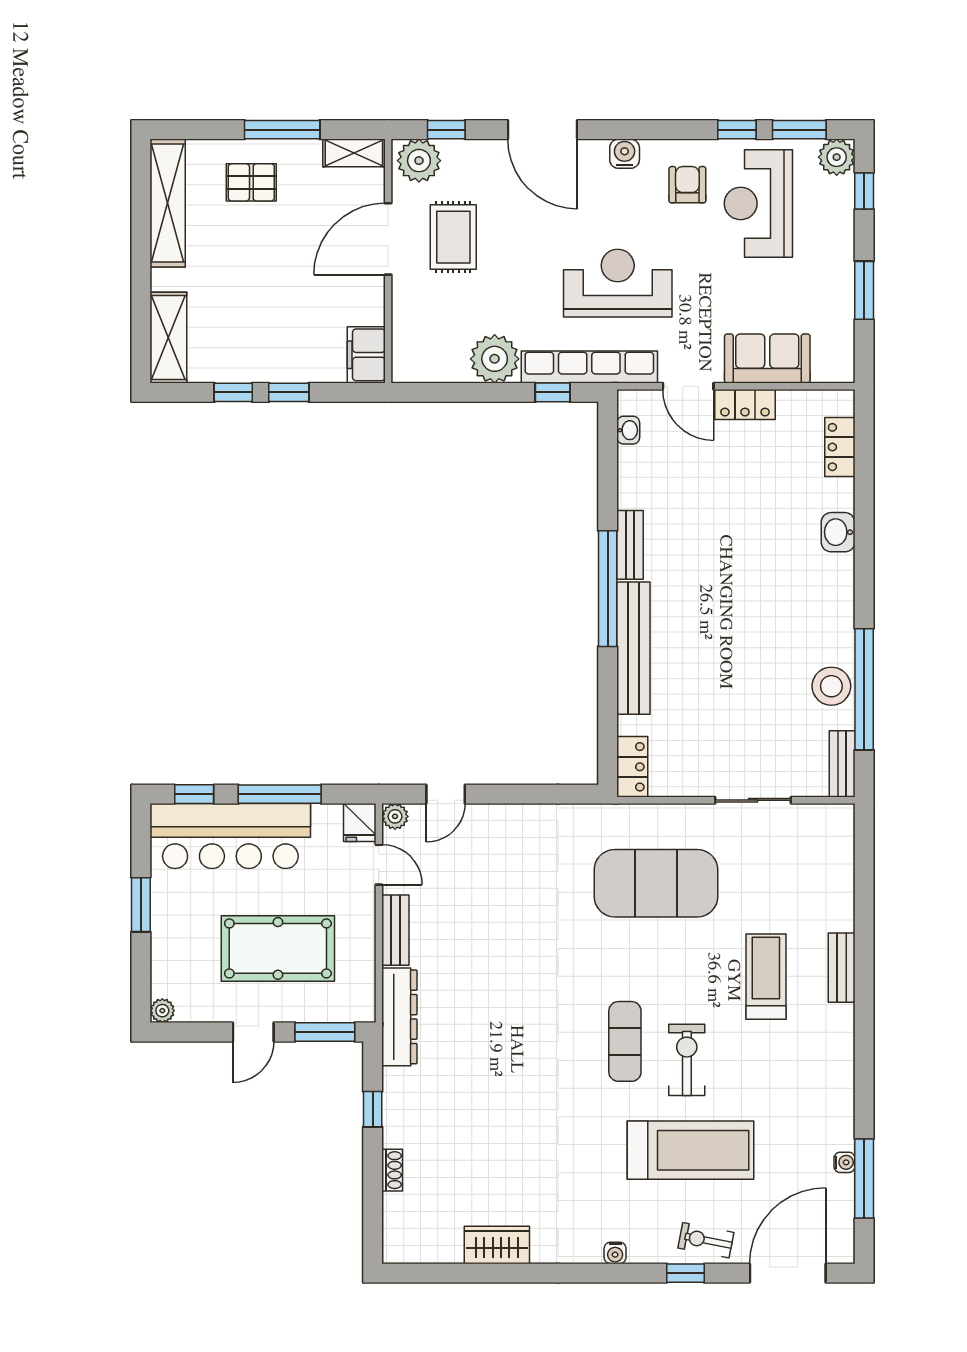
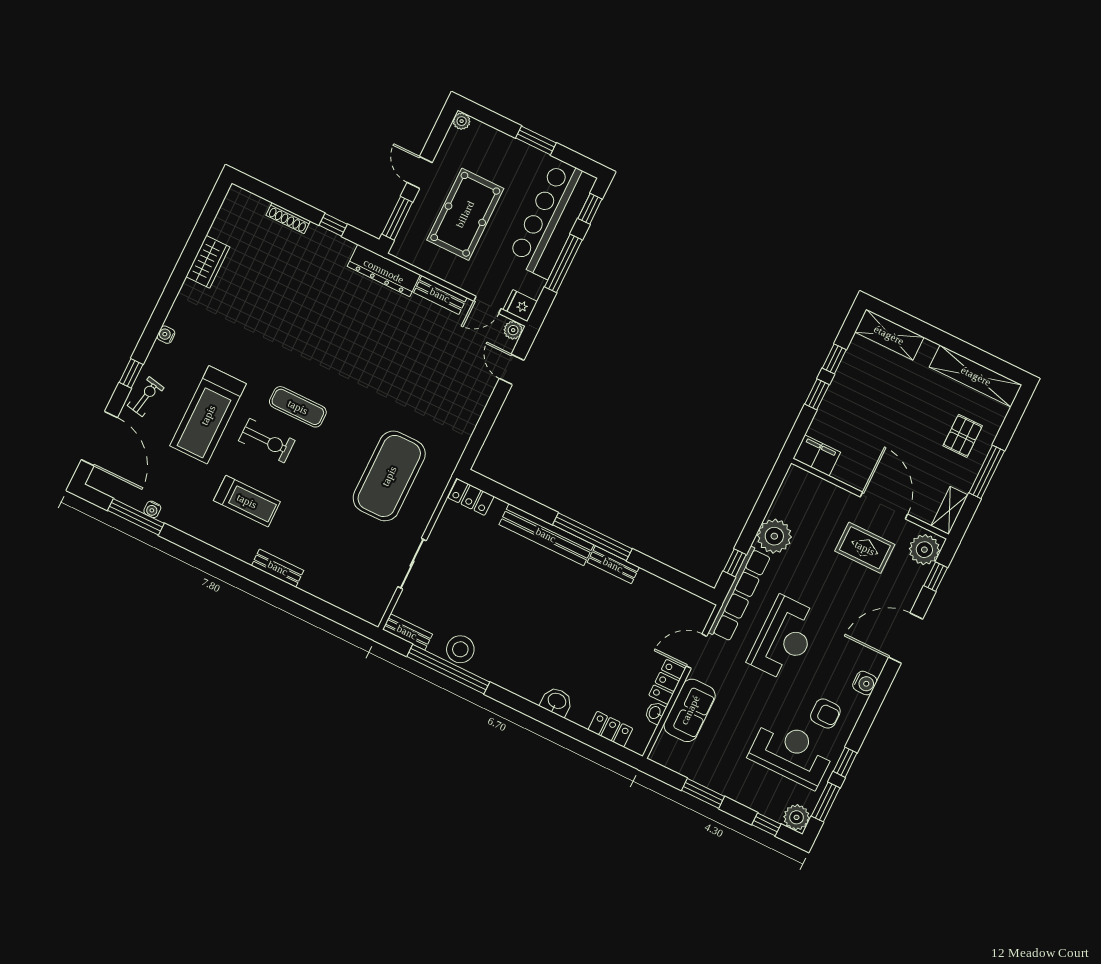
washbasin: (628, 430) -> (655, 713), moved, turned 90
treadmill: (766, 977) -> (247, 501), moved
shoe rack: (392, 1170) -> (288, 218), width x1.43

